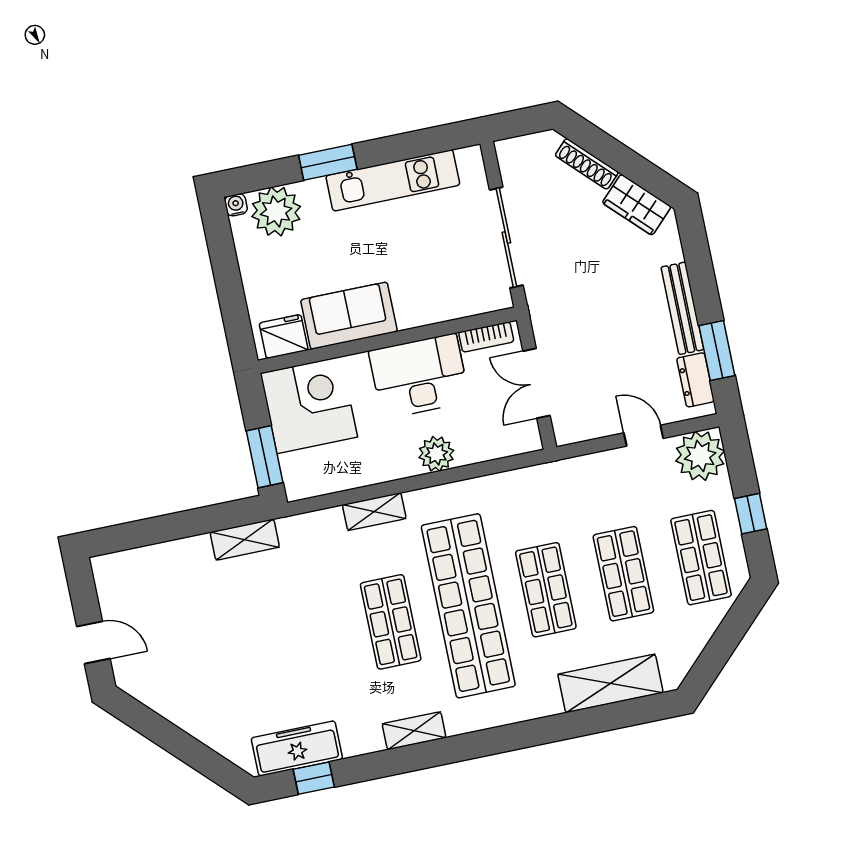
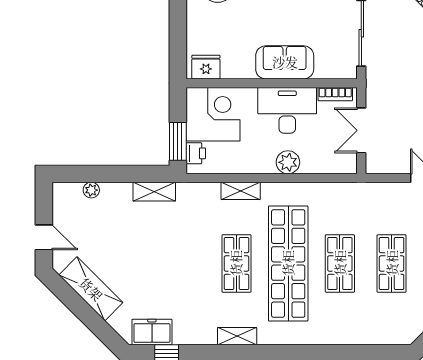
sofa: (349, 316) -> (285, 62), moved
printer: (295, 469) -> (196, 153), added
plant: (150, 557) -> (91, 190), added
shelving: (610, 683) -> (91, 289), moved, turned 45
freezer: (297, 748) -> (152, 332), width x0.71

